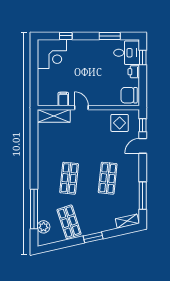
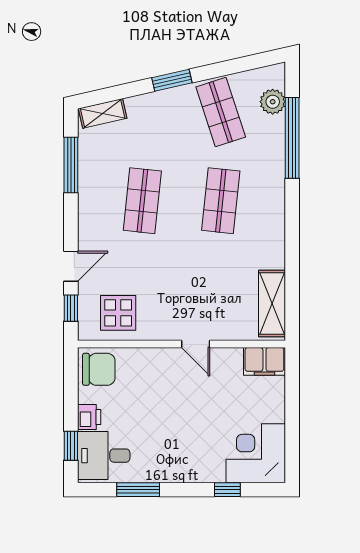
filing cabinet: (63, 99) -> (264, 361), moved, width x2.00
shelving: (54, 116) -> (272, 303), moved, turned 90

